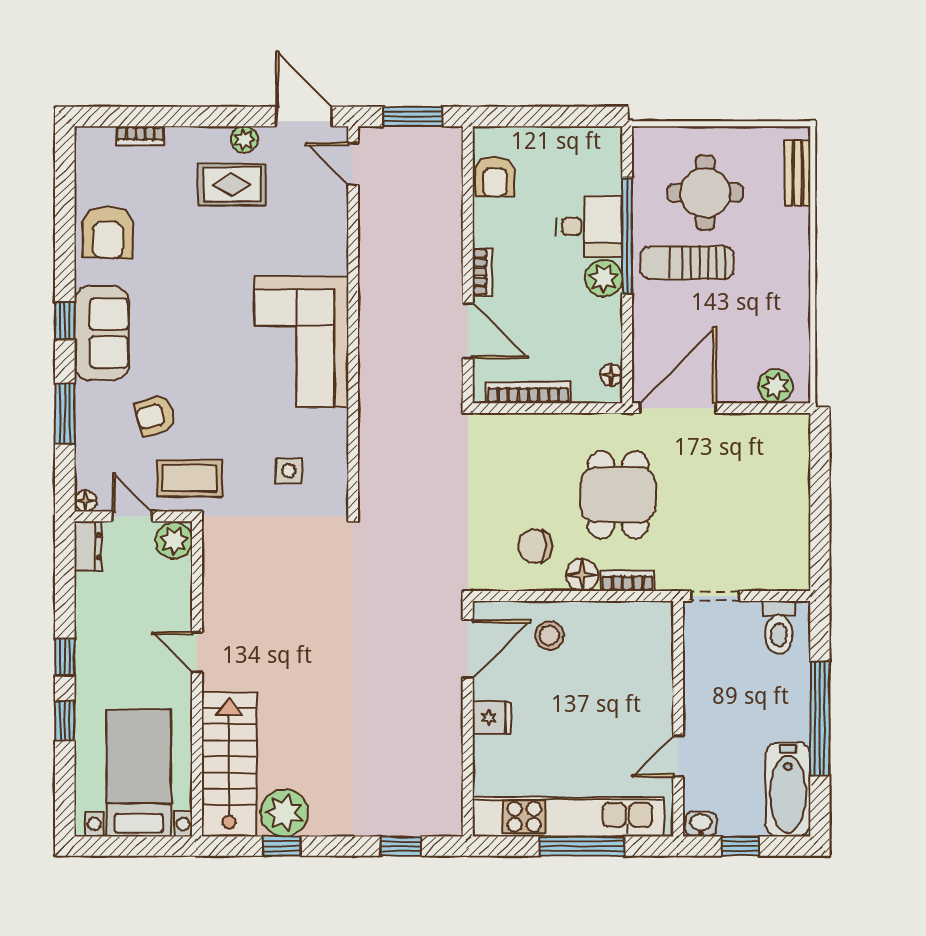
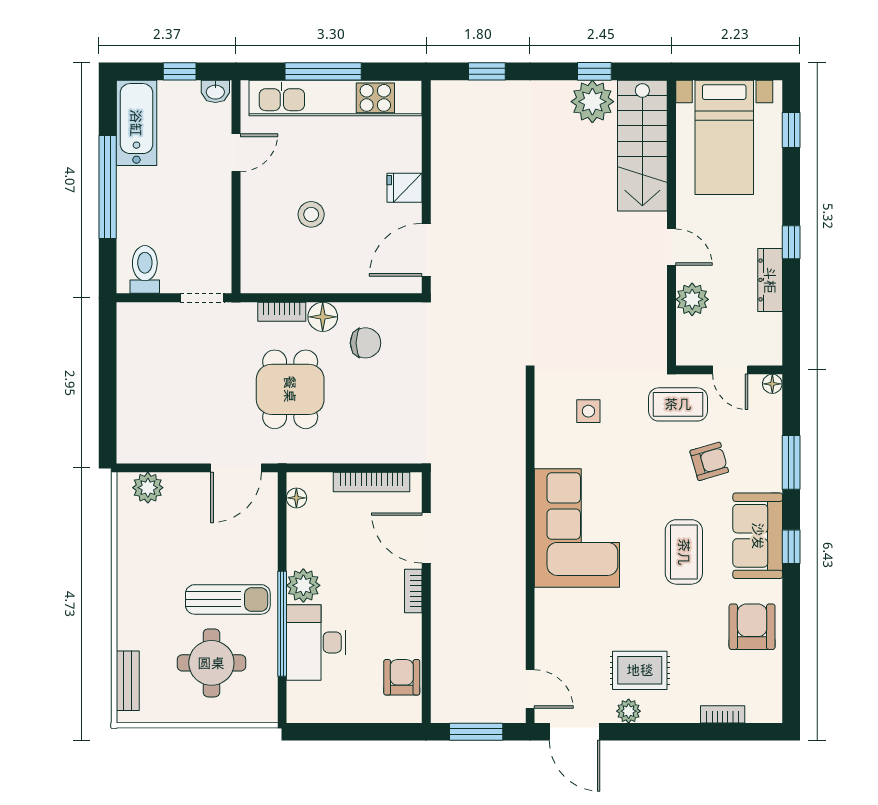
desk: (589, 227) -> (316, 642), width x1.37
coffee table: (183, 315) -> (684, 552), added
door: (678, 408) -> (236, 468), width x0.73
plant: (174, 541) -> (692, 299), moved
dresser: (88, 546) -> (770, 280), moved, width x1.44
stool: (549, 635) -> (311, 214), moved
window: (65, 720) -> (791, 130), moved

